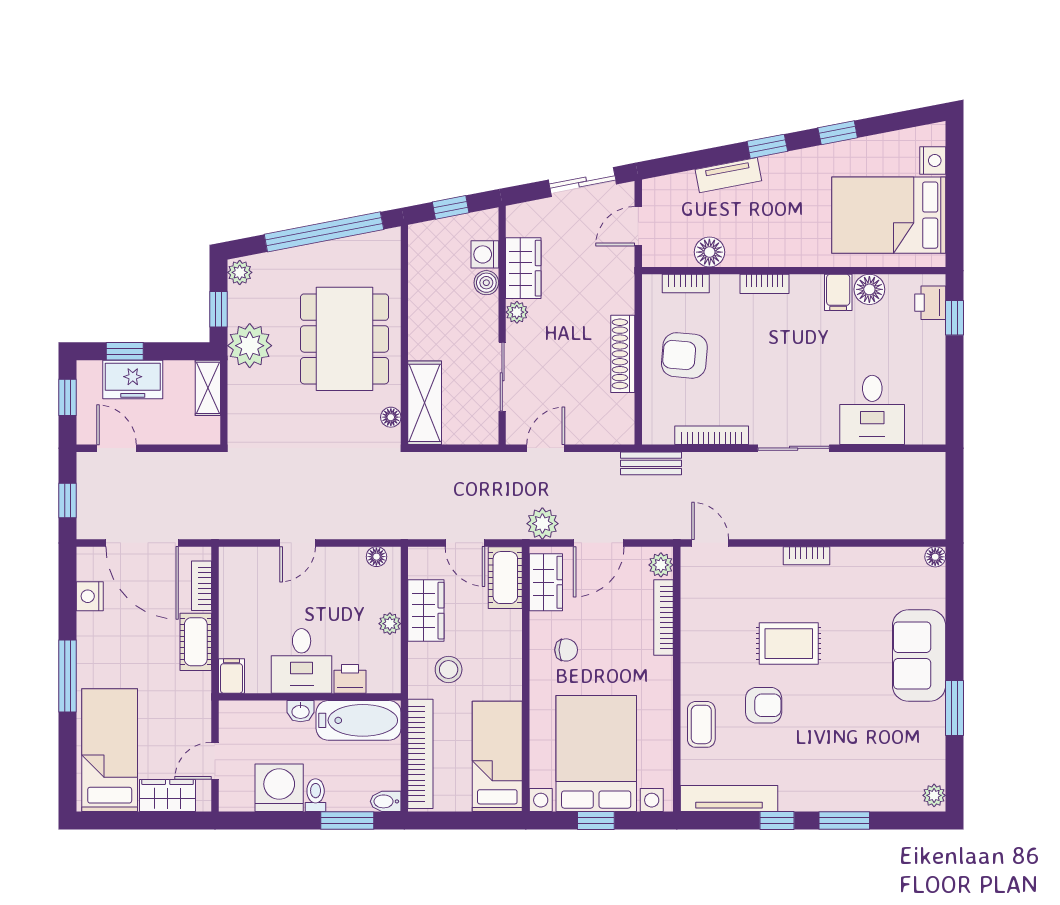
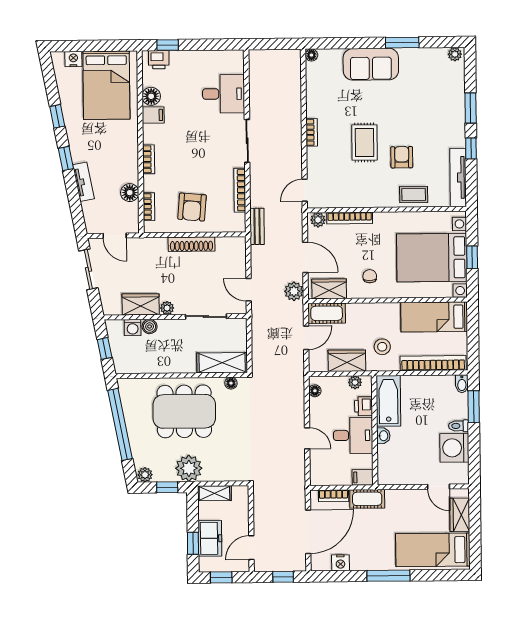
desk: (302, 661) -> (353, 435), moved
filing cabinet: (232, 676) -> (363, 477), moved
printer: (350, 679) -> (364, 406), moved
wall: (310, 697) -> (375, 430), moved
washbasin: (301, 711) -> (383, 436), moved
bathtub: (359, 720) -> (388, 401), moved

